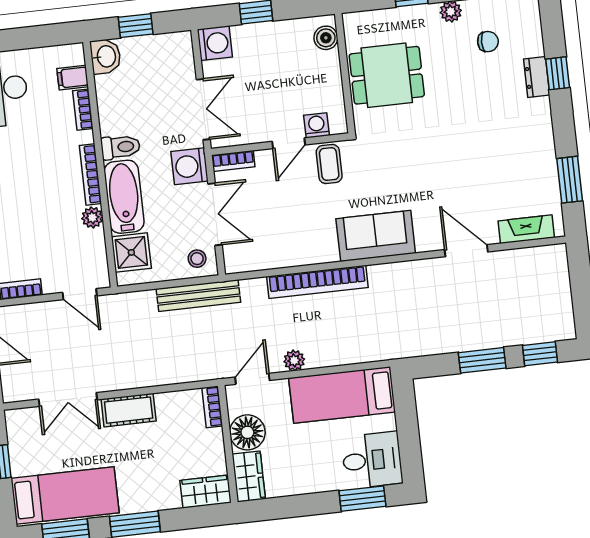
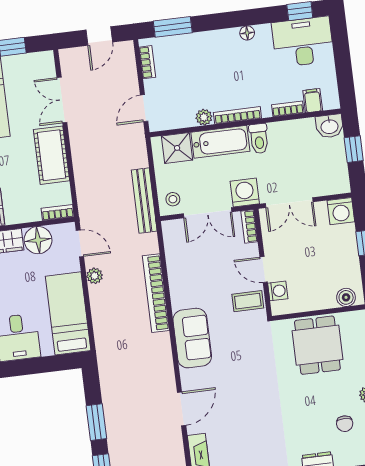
cot: (129, 410) -> (52, 155), width x1.37, depth x1.34

